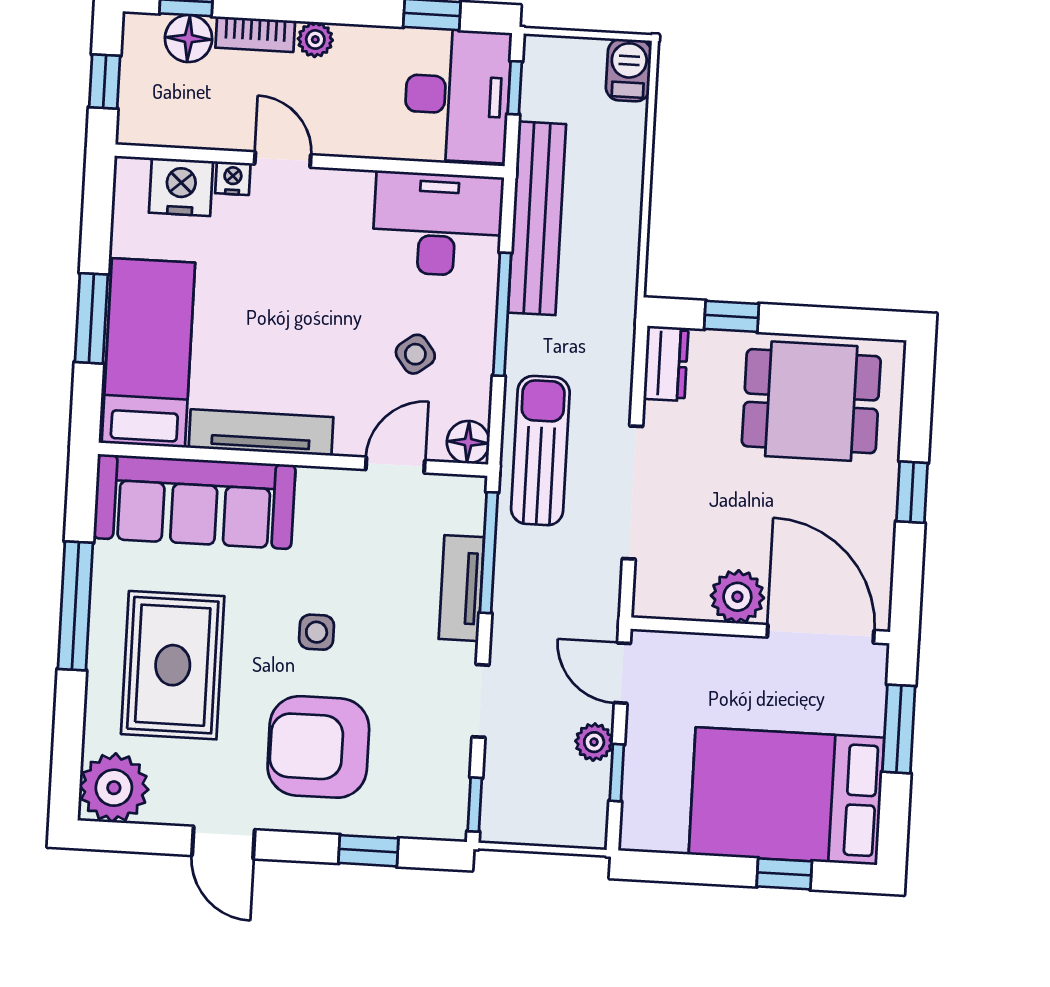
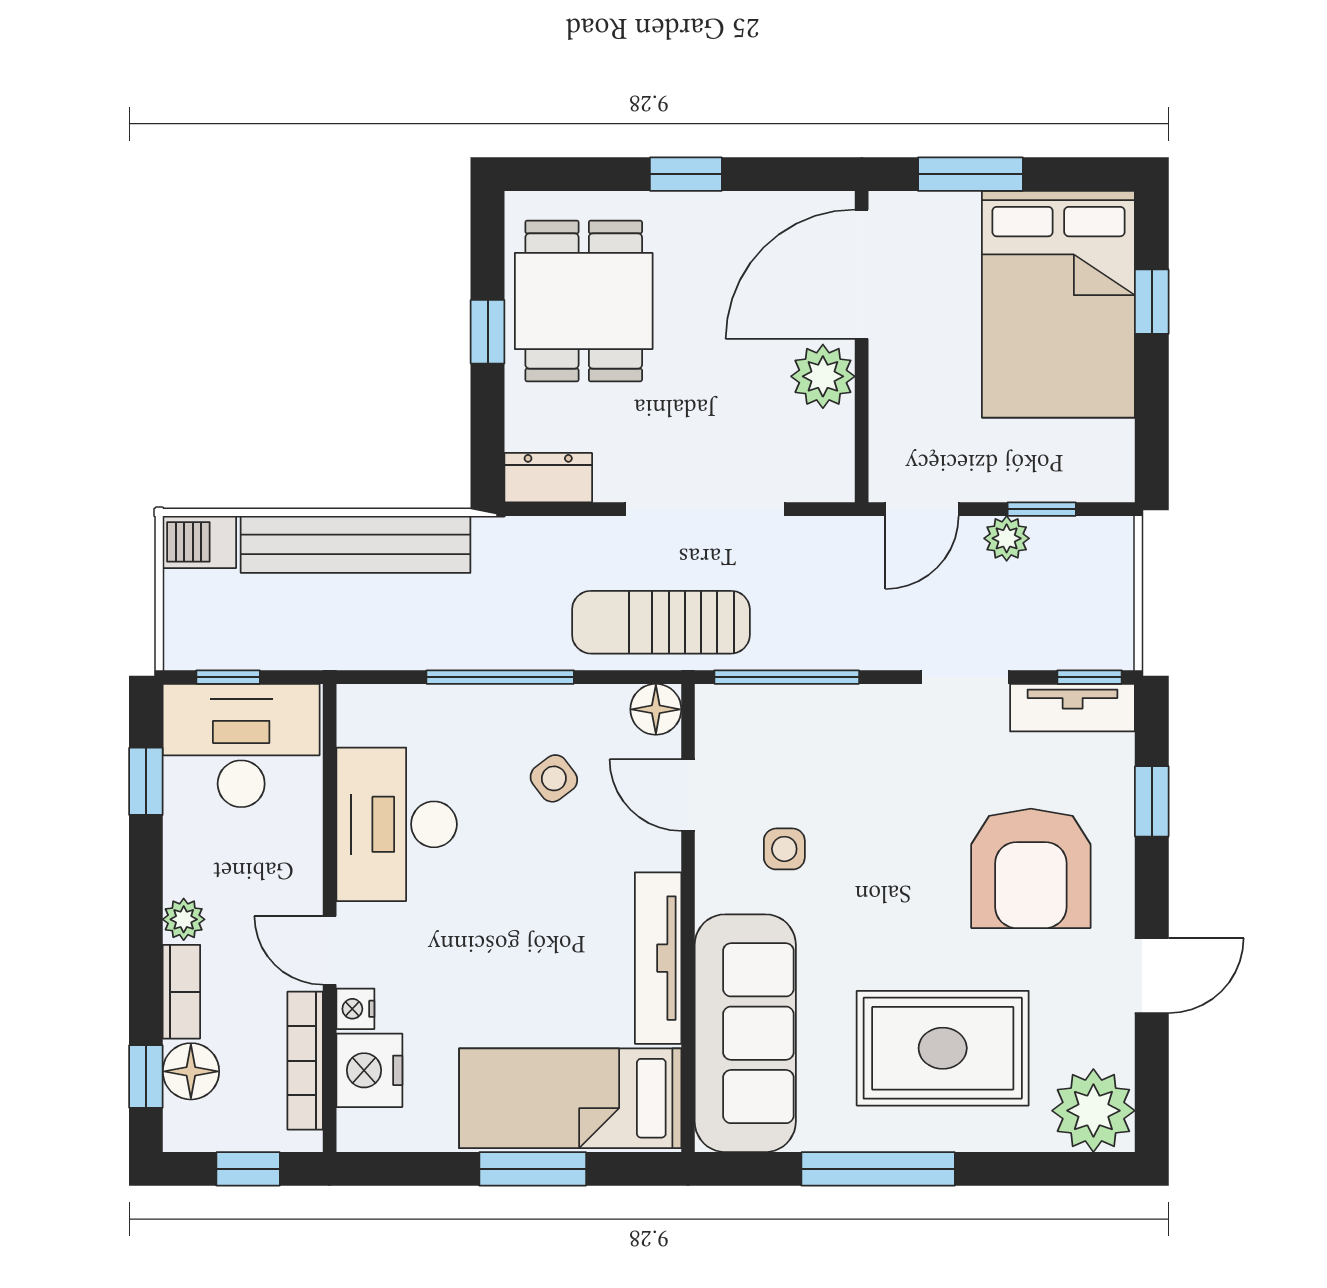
bookcase: (192, 134) -> (305, 1061), added
door: (283, 159) -> (330, 950), hinge flipped
bench: (537, 218) -> (356, 544), moved
desk: (438, 224) -> (397, 824), moved
window: (731, 316) -> (488, 332), moved
tv unit: (461, 588) -> (1073, 708), moved
side table: (317, 632) -> (784, 849), moved

